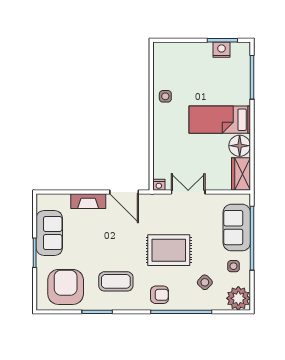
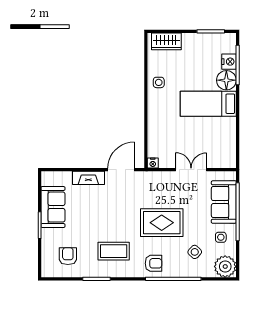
nightstand: (221, 50) -> (229, 62), moved, turned 90
floor lamp: (240, 146) -> (226, 80), moved
wardrobe: (241, 174) -> (166, 41), moved, turned -90
door: (124, 192) -> (121, 170), swing flipped
double door: (188, 192) -> (191, 170), moved
armchair: (66, 287) -> (68, 256), width x0.53, depth x0.53

